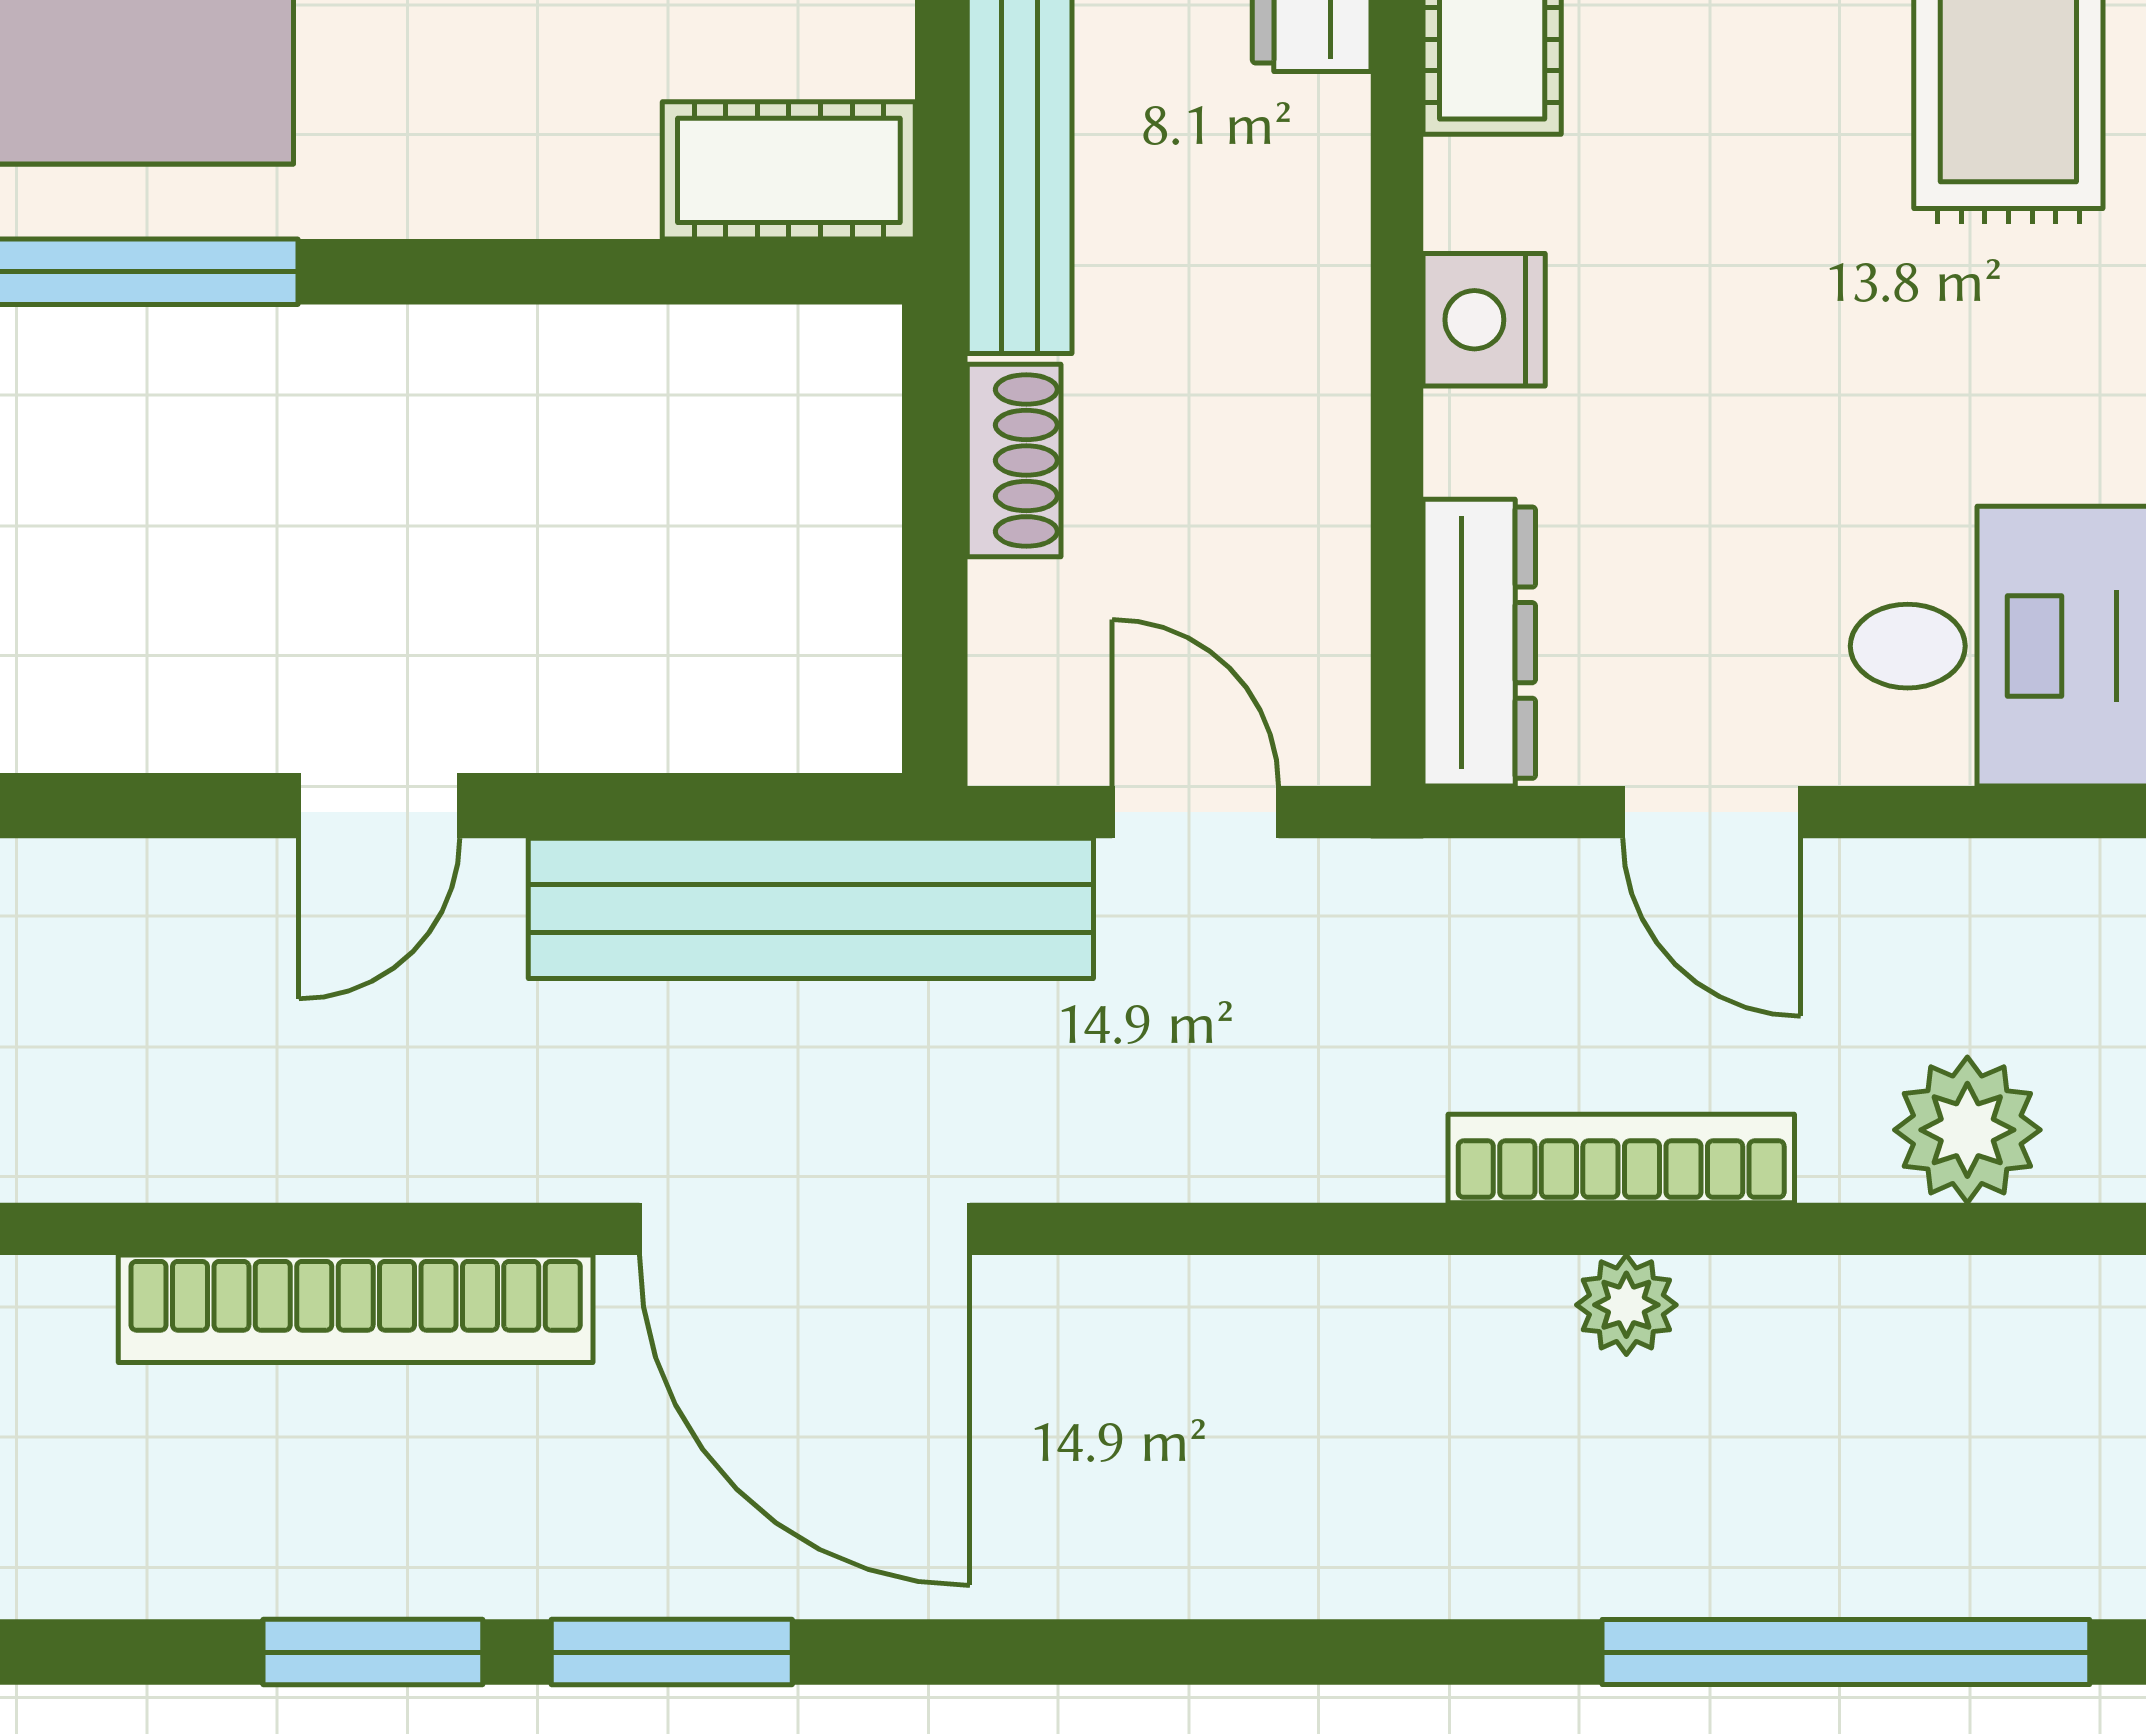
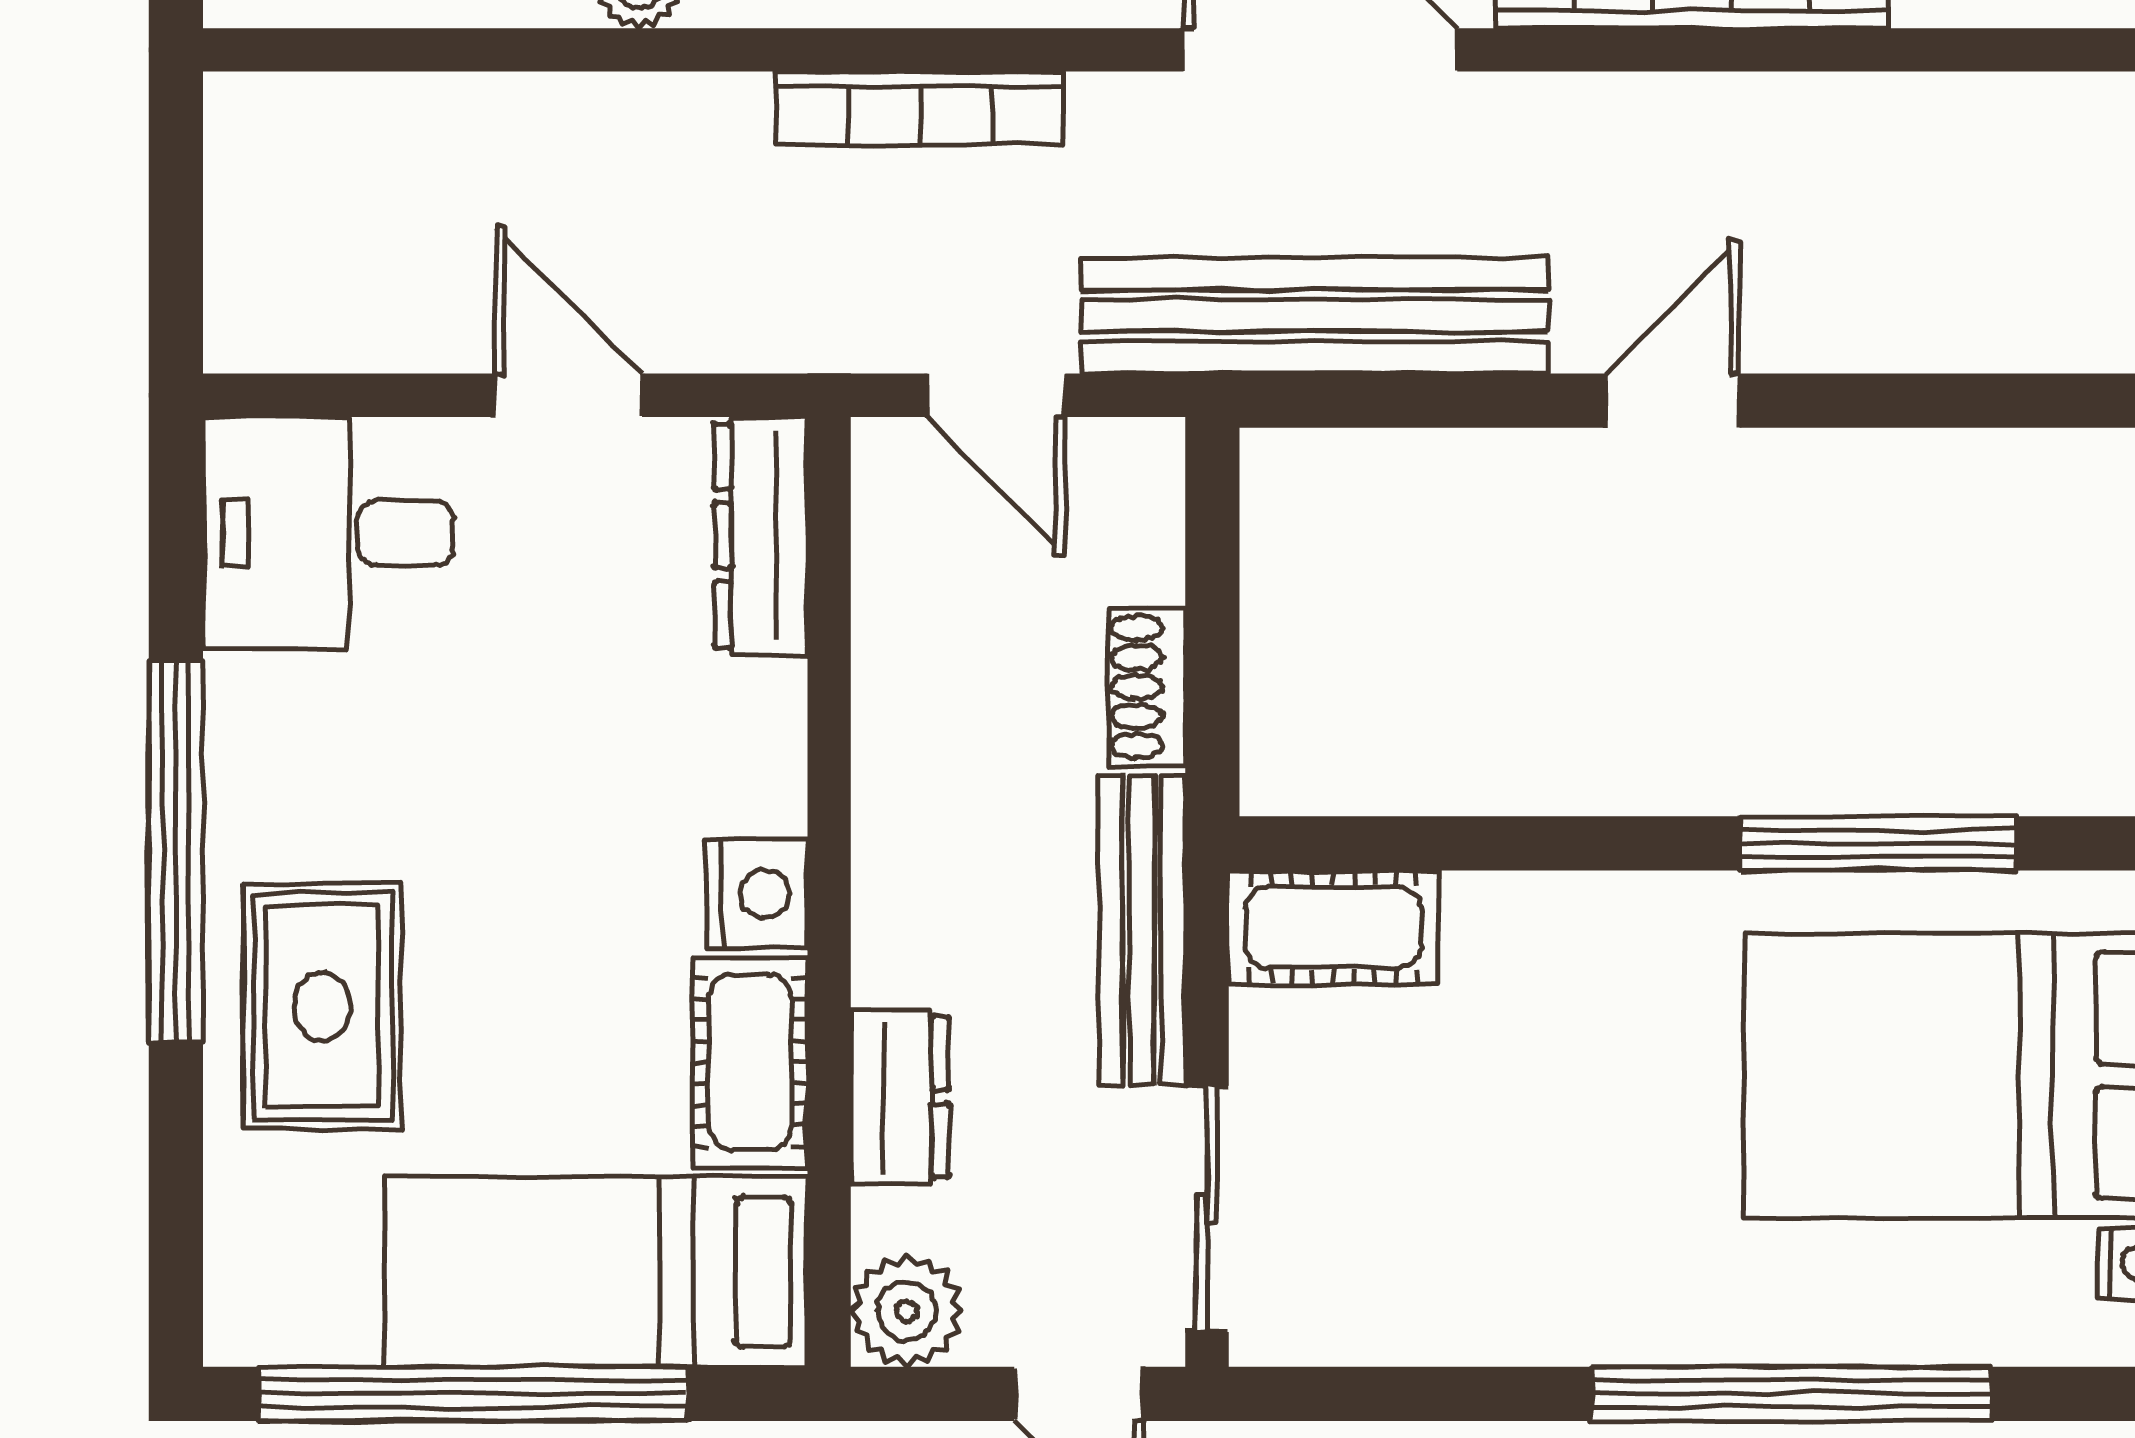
nightstand: (1484, 320) -> (757, 893), moved
plant: (1967, 1130) -> (356, 132), removed
bookcase: (1621, 1158) -> (920, 108), moved

